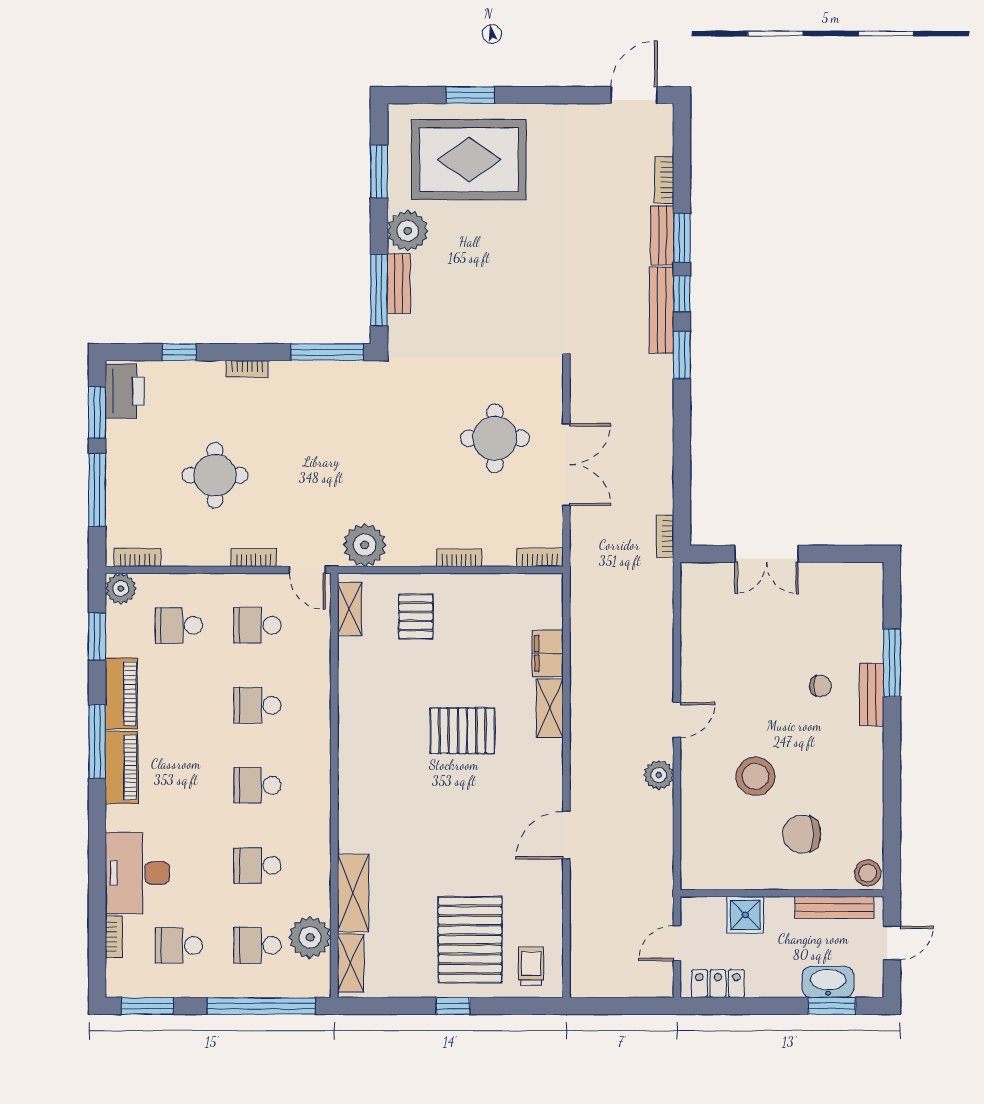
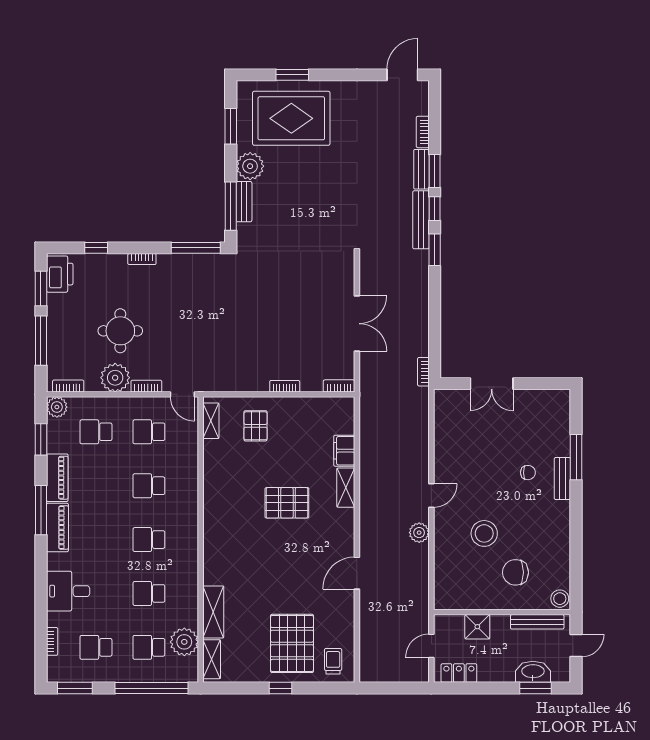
round table: (495, 438) -> (309, 306), removed
plant: (365, 545) -> (115, 378), moved
desk: (137, 873) -> (68, 591), width x0.73

